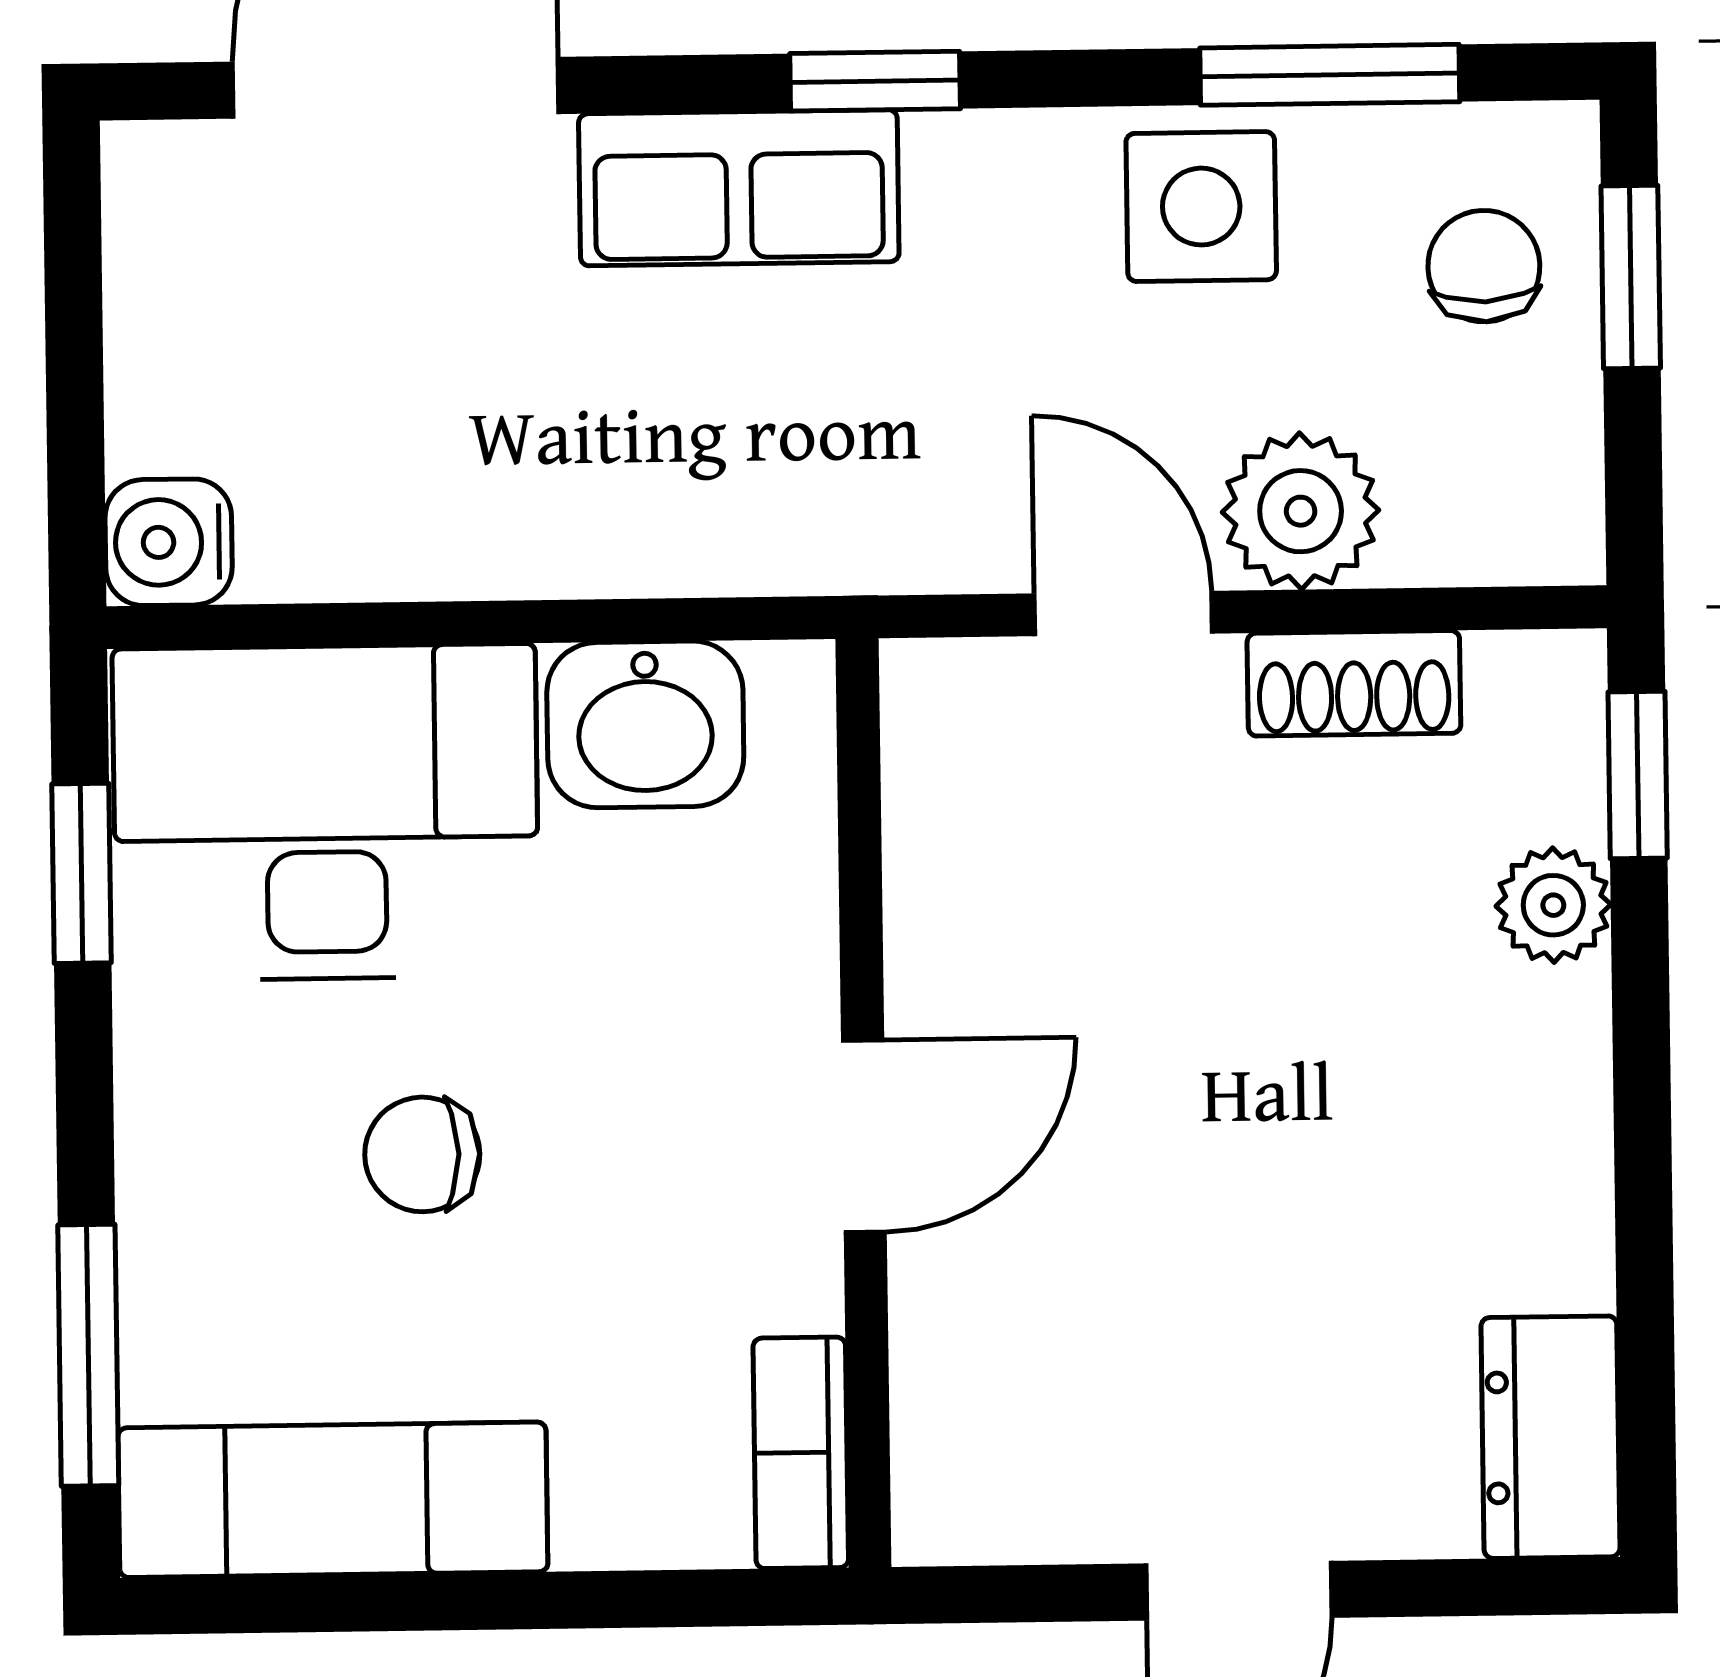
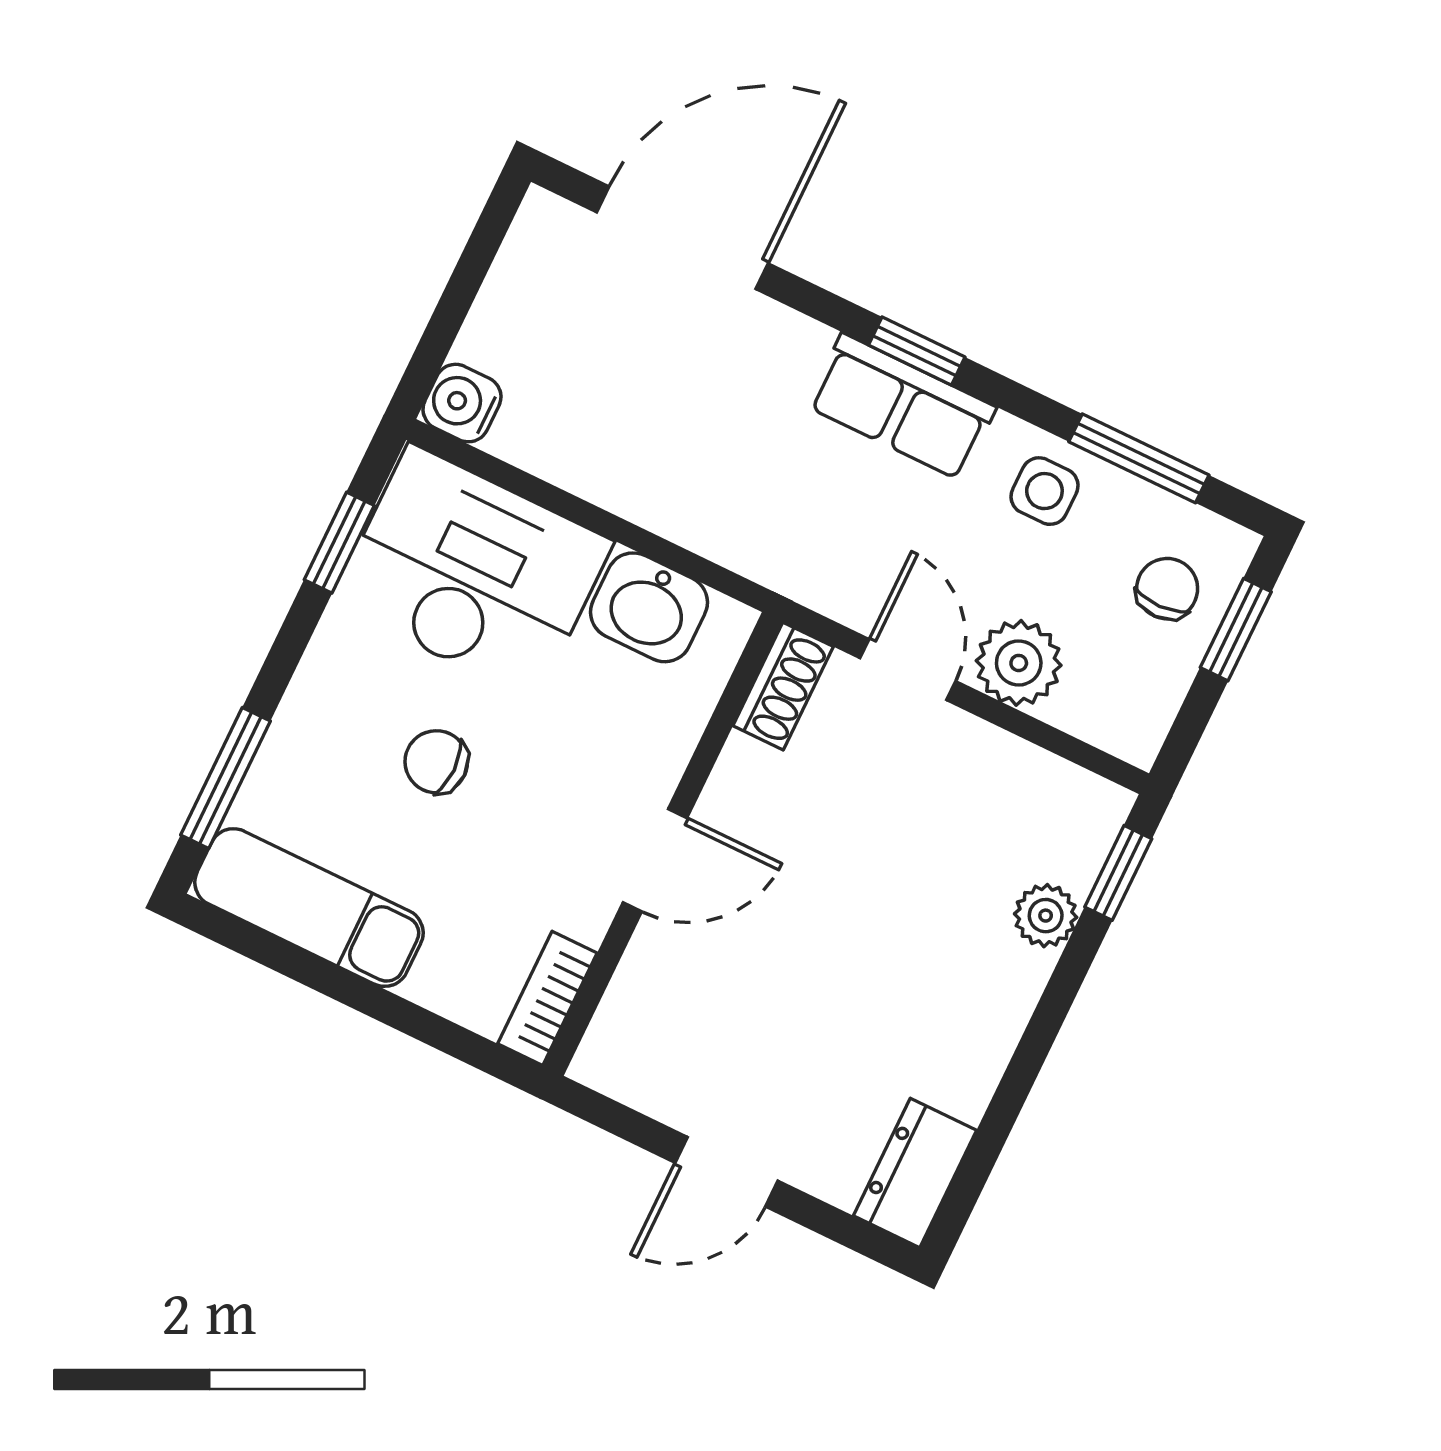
row of seats: (739, 188) -> (901, 407), moved
side table: (1201, 207) -> (1044, 491), width x0.73, depth x0.73
shoe rack: (1354, 683) -> (783, 686), moved, turned -90

